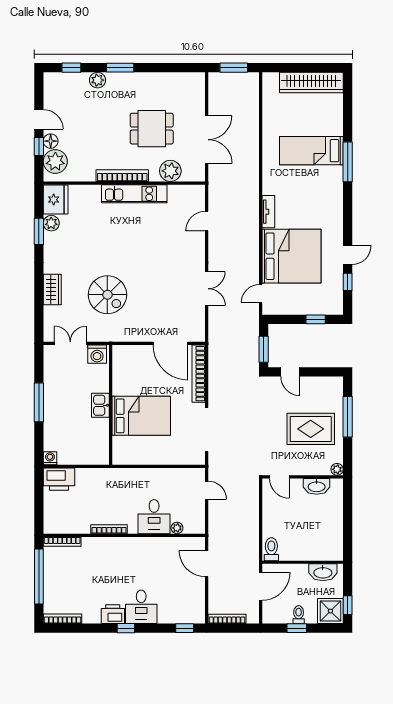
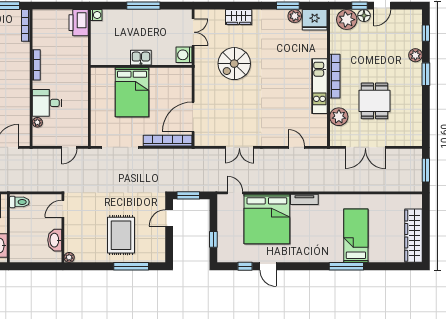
plant: (337, 469) -> (69, 257), moved
door: (279, 477) -> (63, 209), moved
wall: (303, 477) -> (63, 228), moved
washbasin: (317, 486) -> (55, 240), moved

